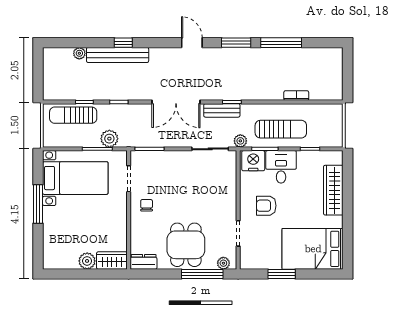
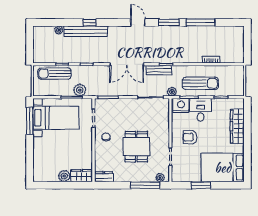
window: (38, 204) -> (30, 121), moved
dining table: (186, 245) -> (136, 147), moved

